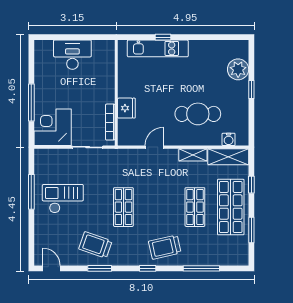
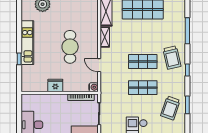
kitchen unit: (158, 48) -> (27, 43), moved
fridge: (126, 108) -> (55, 85), moved
cafe table: (198, 114) -> (70, 47), moved
water cooler: (229, 139) -> (94, 87), moved
shop shelf: (195, 207) -> (143, 62), moved

